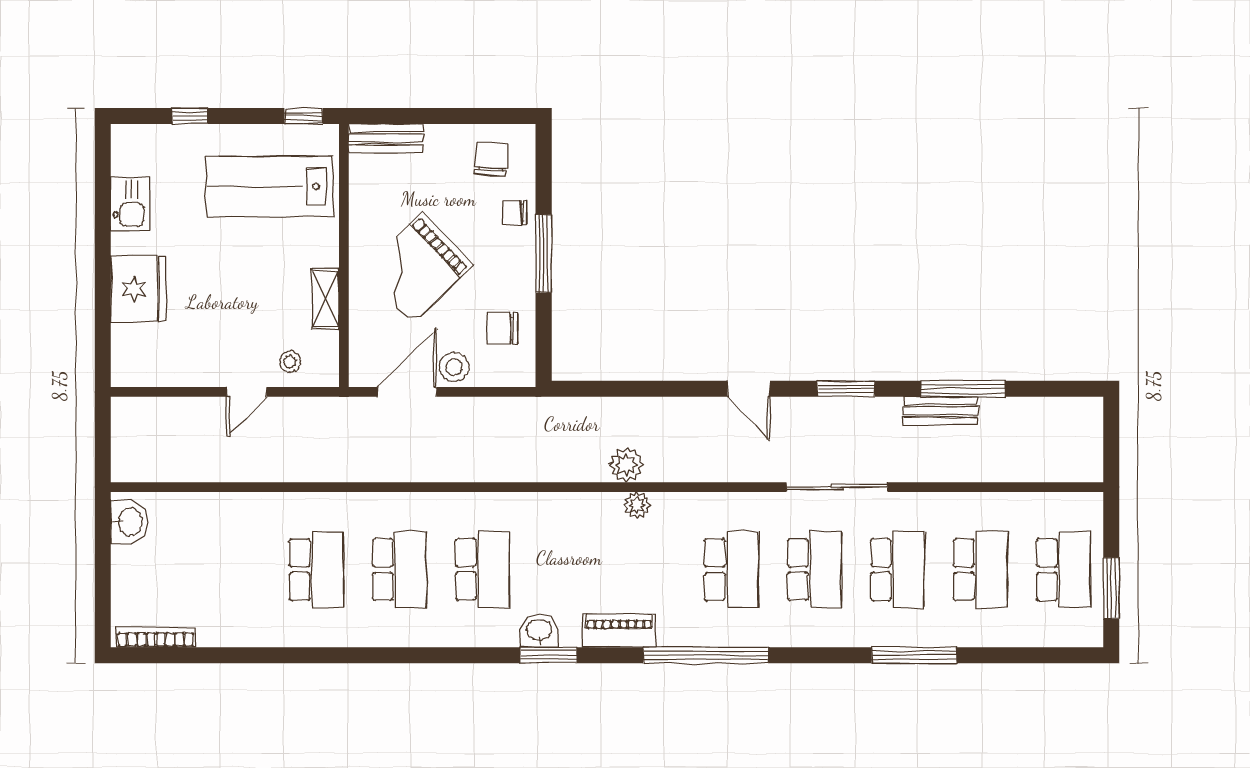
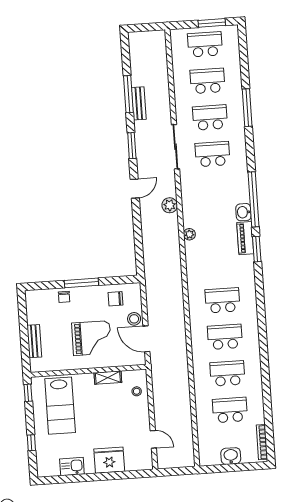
bench: (386, 138) -> (34, 341), moved
chair: (491, 159) -> (41, 309), removed
grand piano: (417, 268) -> (92, 338), turned -46
chair: (502, 328) -> (115, 299), turned 90
door: (247, 392) -> (153, 439), moved
plant: (626, 465) -> (170, 205), moved
washbasin: (129, 522) -> (231, 456), moved
school desk: (732, 570) -> (230, 410), moved
washbasin: (539, 631) -> (243, 212), moved
window: (549, 655) -> (257, 249), moved

